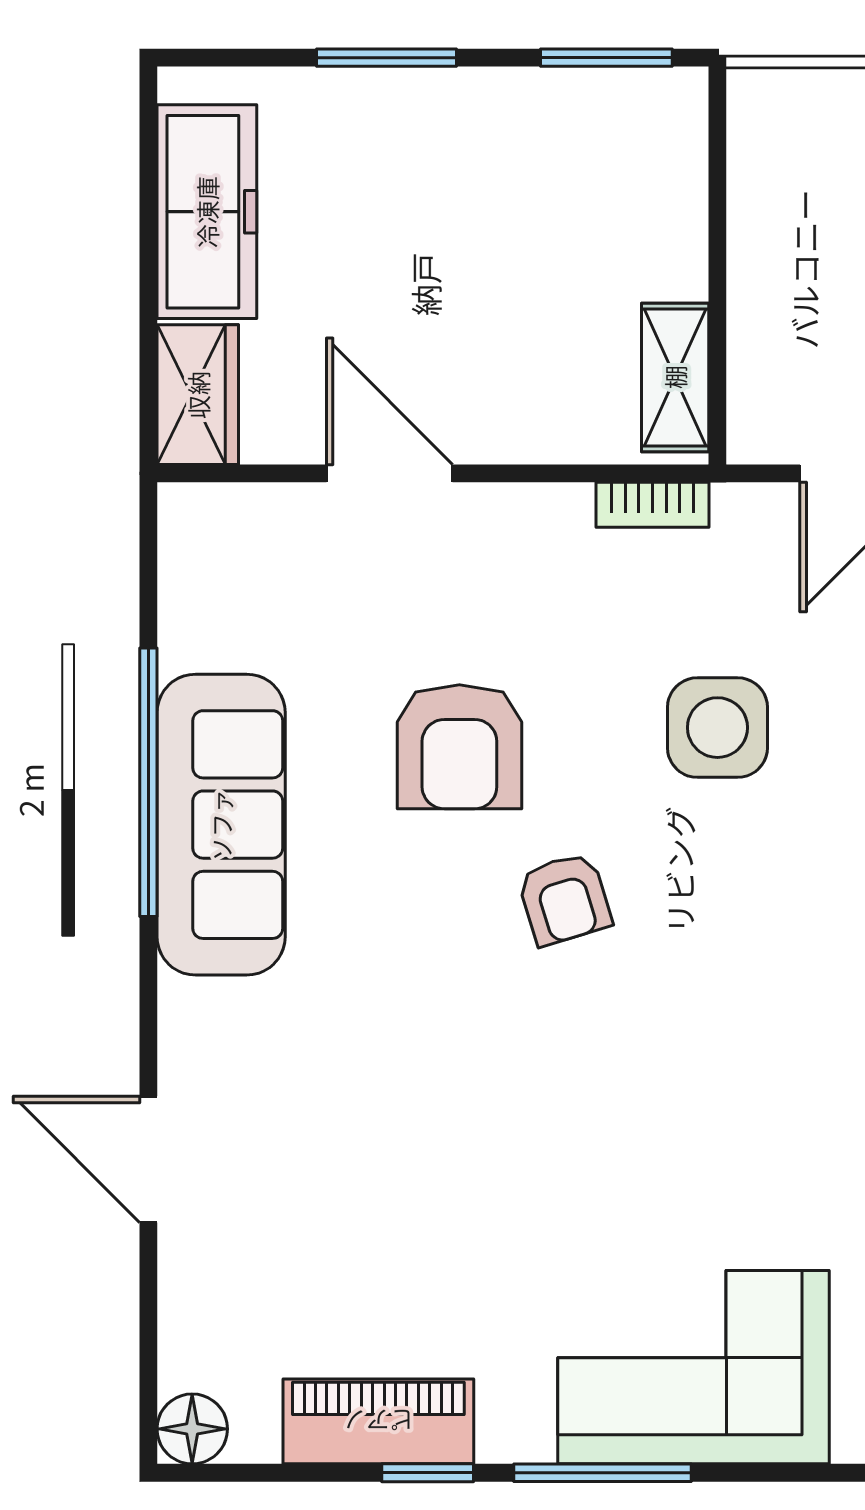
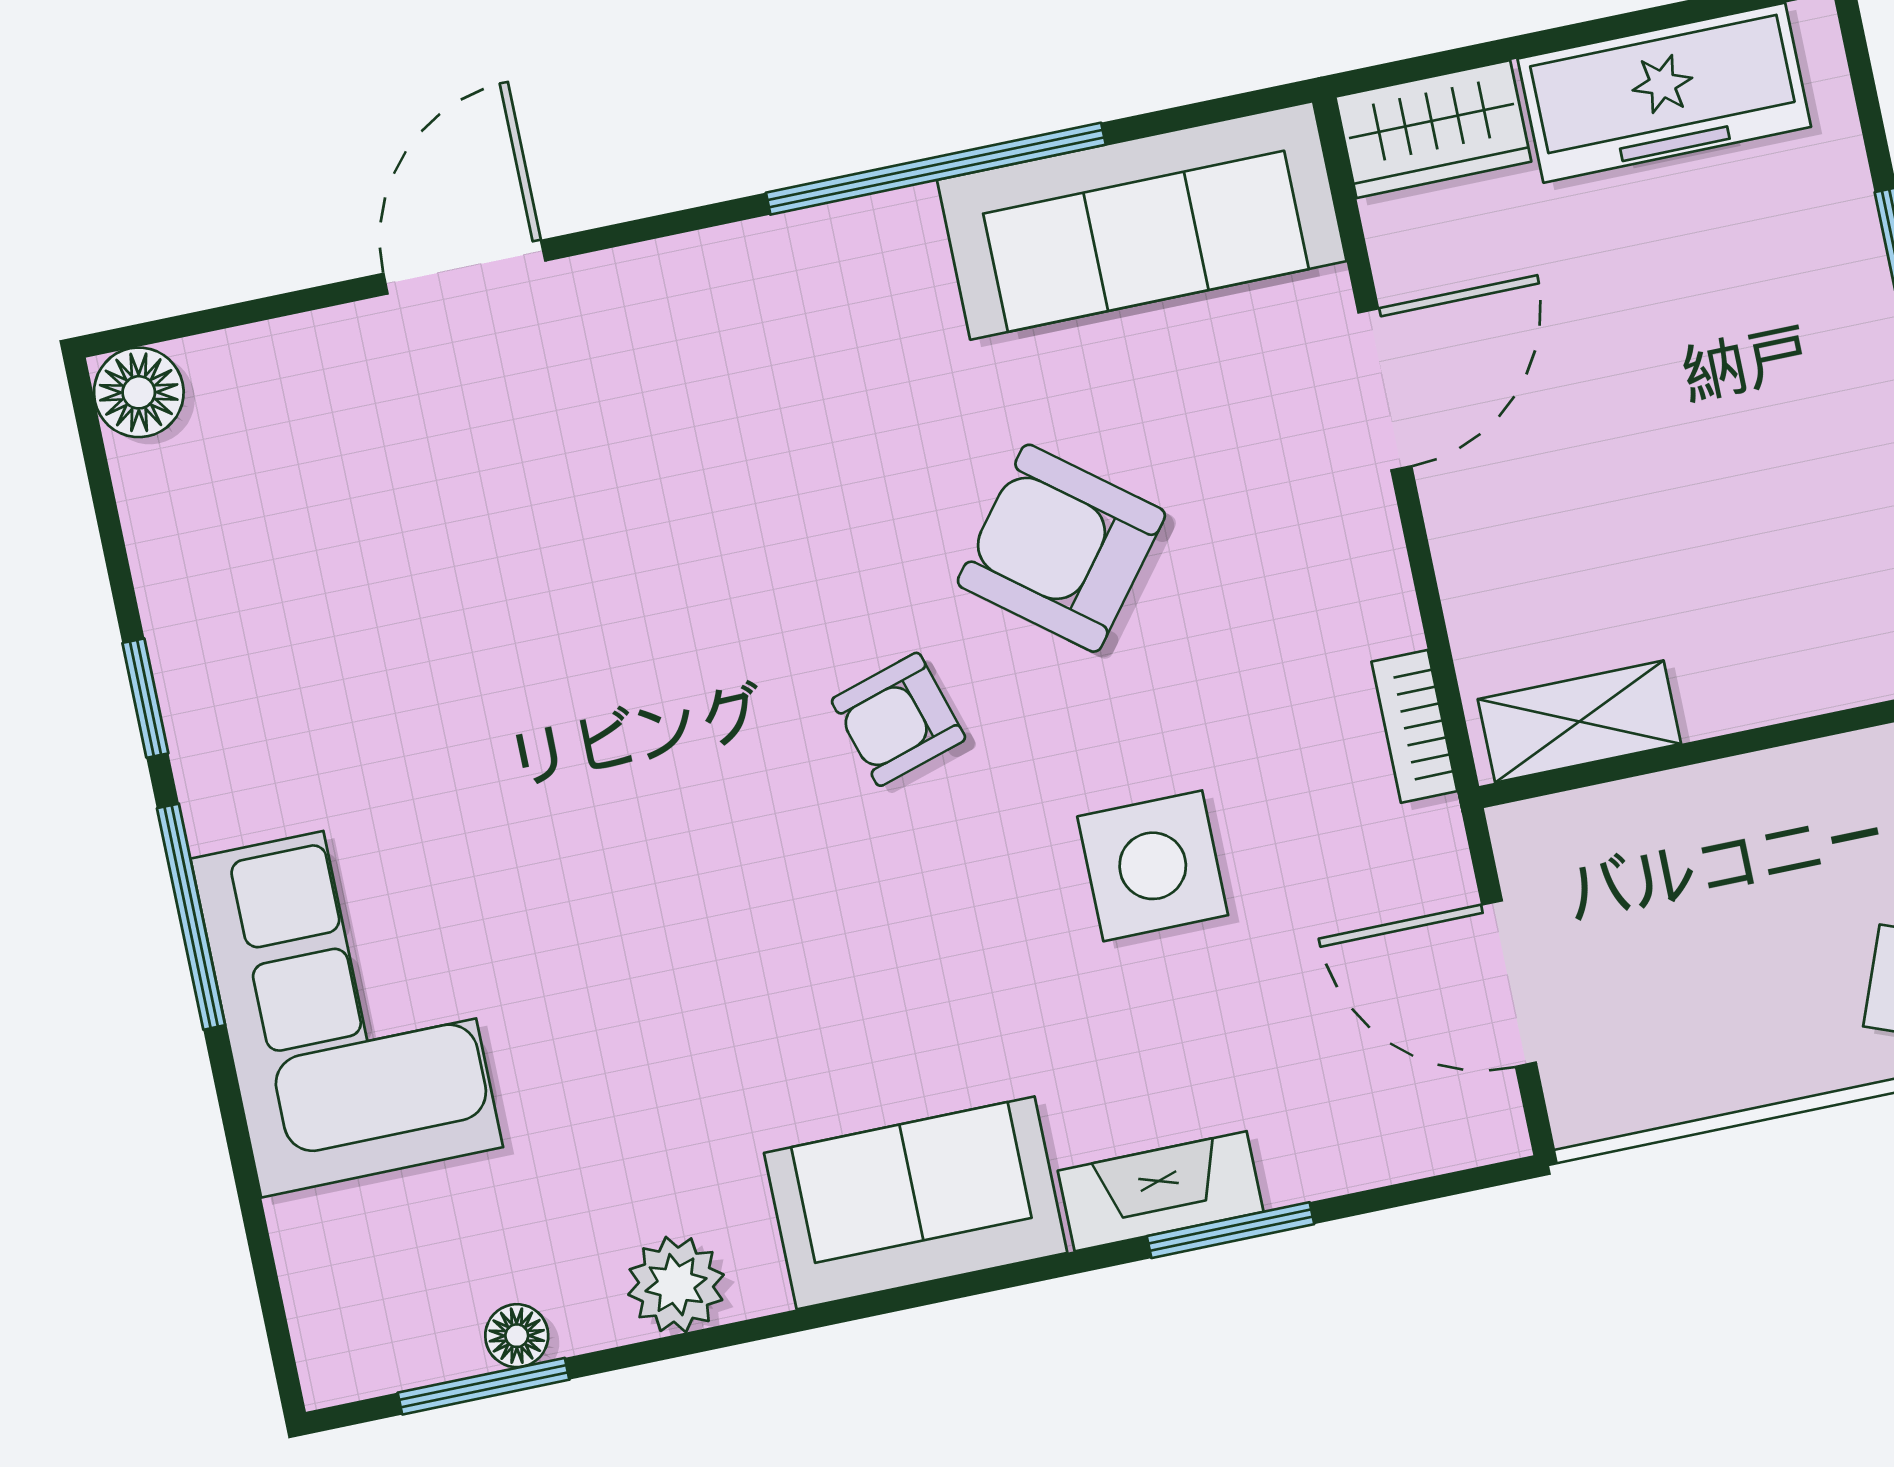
armchair: (459, 747) -> (1061, 548), turned 38
sofa: (221, 825) -> (1142, 221), moved
piano: (378, 1421) -> (197, 623), removed

